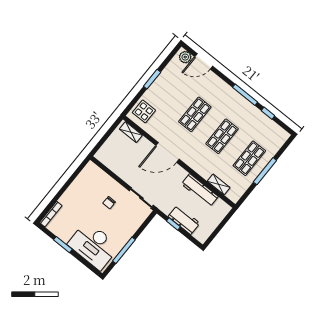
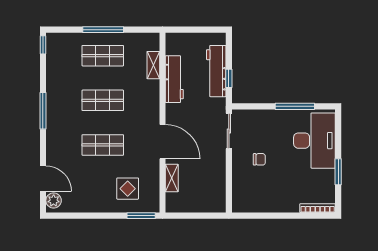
window: (152, 79) -> (141, 216), moved
display table: (144, 111) -> (128, 189), moved
window: (268, 113) -> (43, 45), moved
shelving: (131, 132) -> (172, 178), moved
workbench: (184, 220) -> (216, 71), width x1.37

